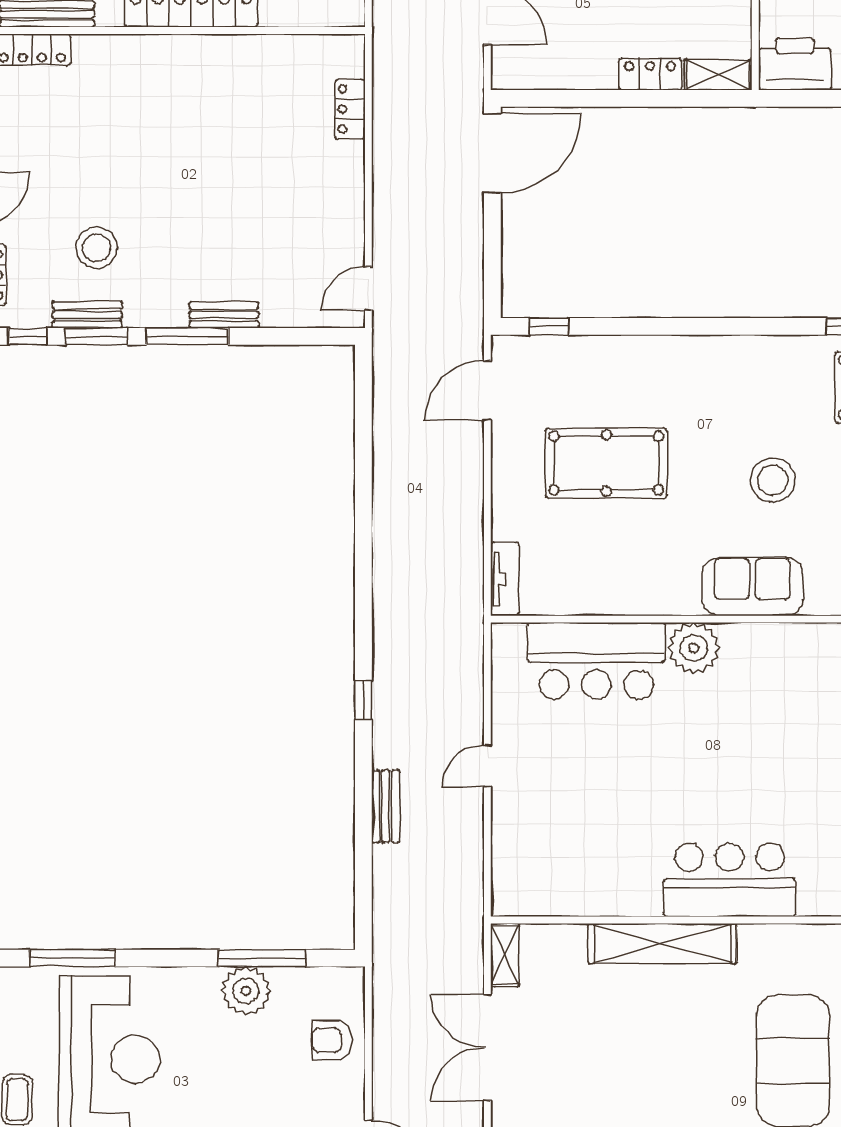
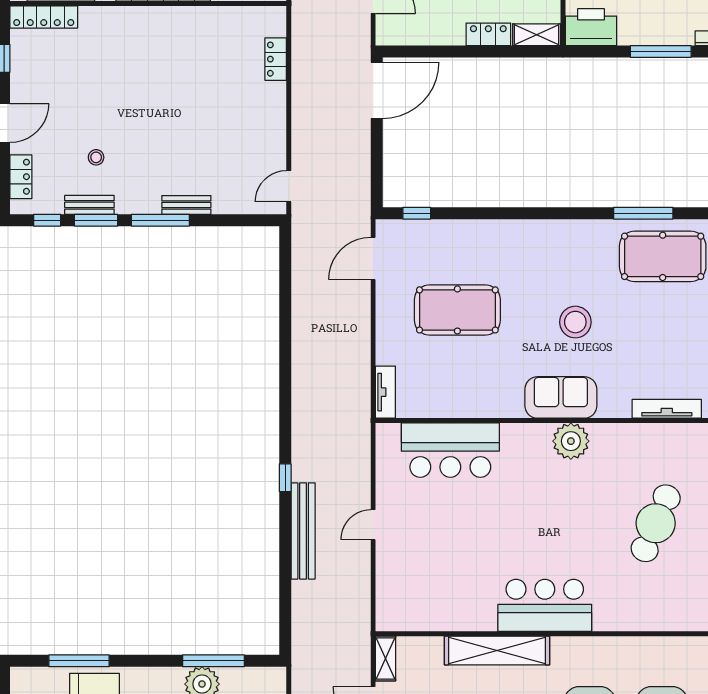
stool: (96, 248) -> (96, 157), width x0.53, depth x0.53
plant: (694, 648) -> (571, 441), moved
bench: (386, 806) -> (303, 531), width x1.86, depth x1.21

